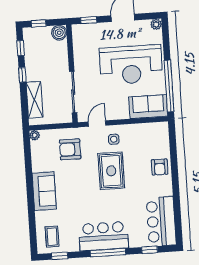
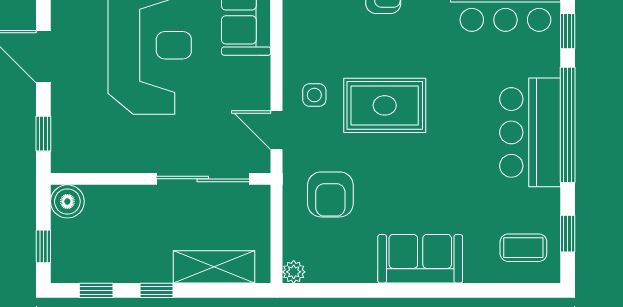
window: (108, 253) -> (568, 125), width x1.46

